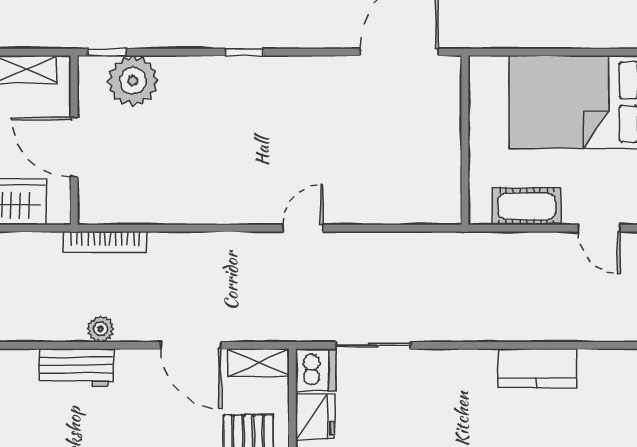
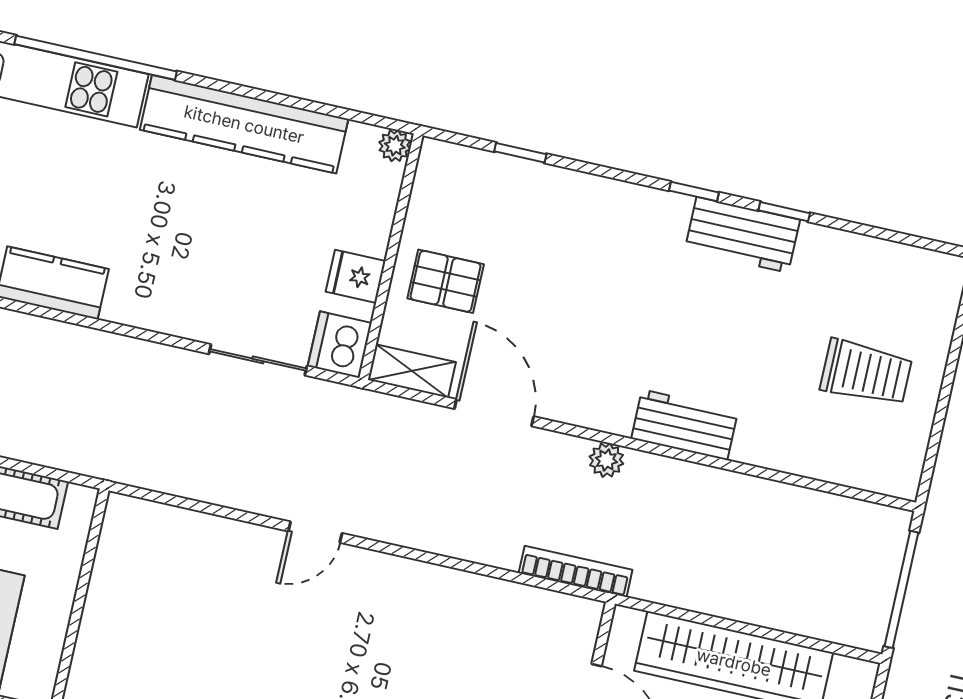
workbench: (77, 368) -> (685, 425), moved
fridge: (315, 417) -> (356, 276), width x0.72

